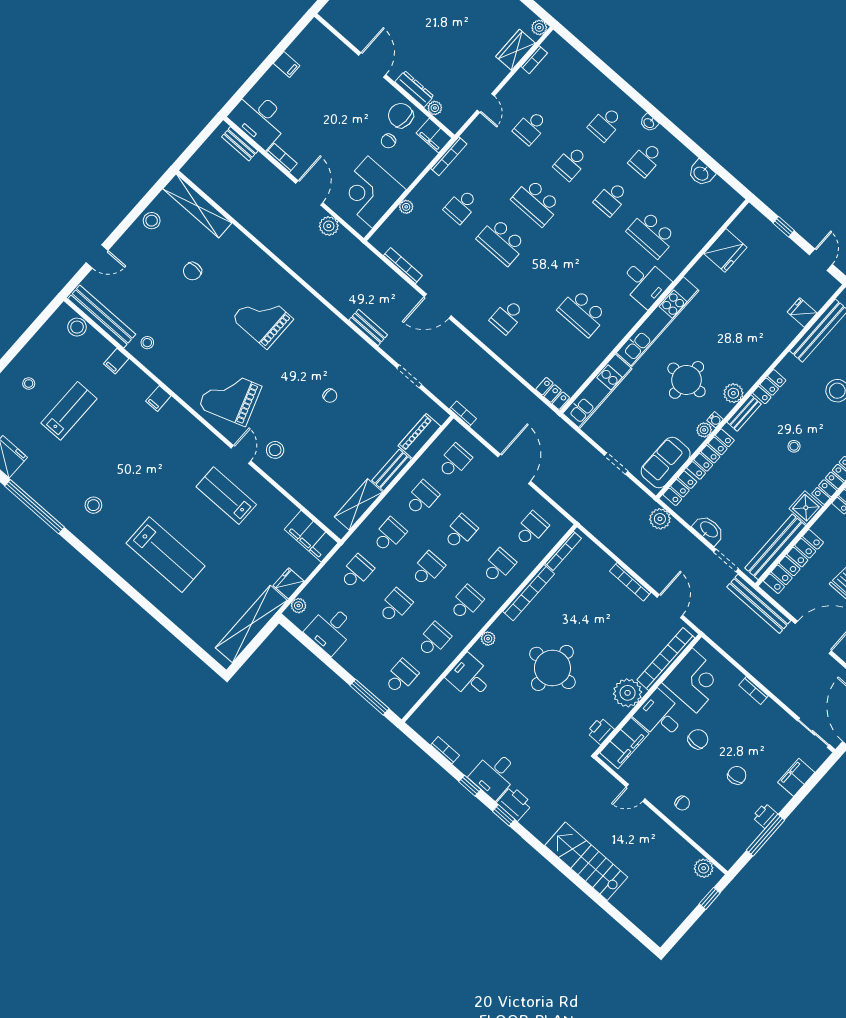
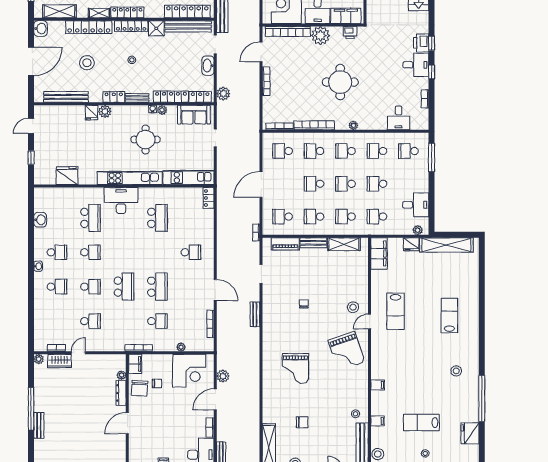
door: (486, 103) -> (78, 353), moved
desk: (645, 283) -> (121, 201), width x1.37
fridge: (802, 313) -> (92, 113), moved
plant: (733, 393) -> (105, 111), moved
lab bench: (166, 555) -> (449, 315), width x0.73, depth x0.72
desk: (470, 677) -> (399, 118), moved

